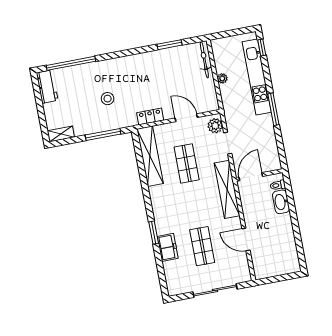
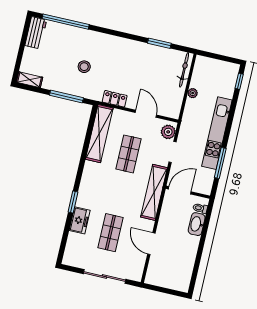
kitchen unit: (257, 77) -> (217, 133), moved
window: (273, 109) -> (220, 163), moved

